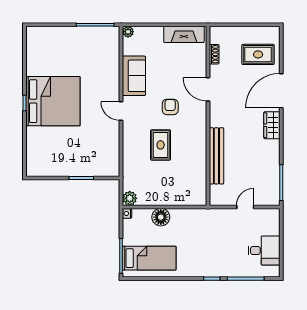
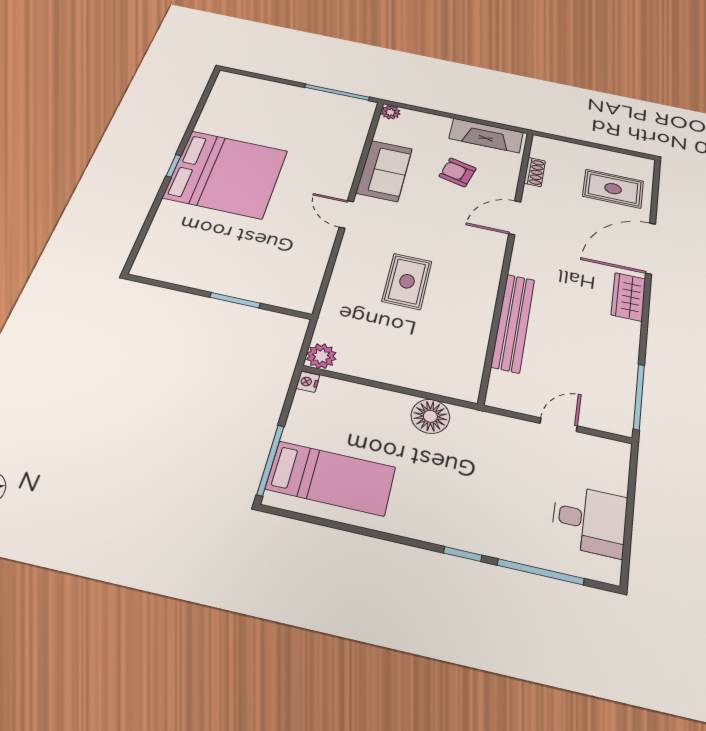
door: (208, 89) -> (515, 218), hinge flipped
armchair: (170, 107) -> (458, 172), moved, turned -76
floor lamp: (161, 217) -> (430, 416), moved

